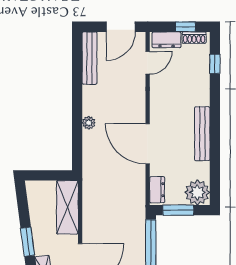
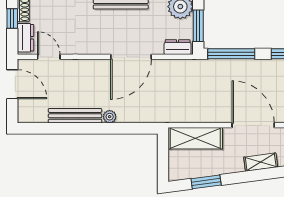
bench: (90, 58) -> (75, 116), moved
window: (28, 242) -> (206, 182), moved

